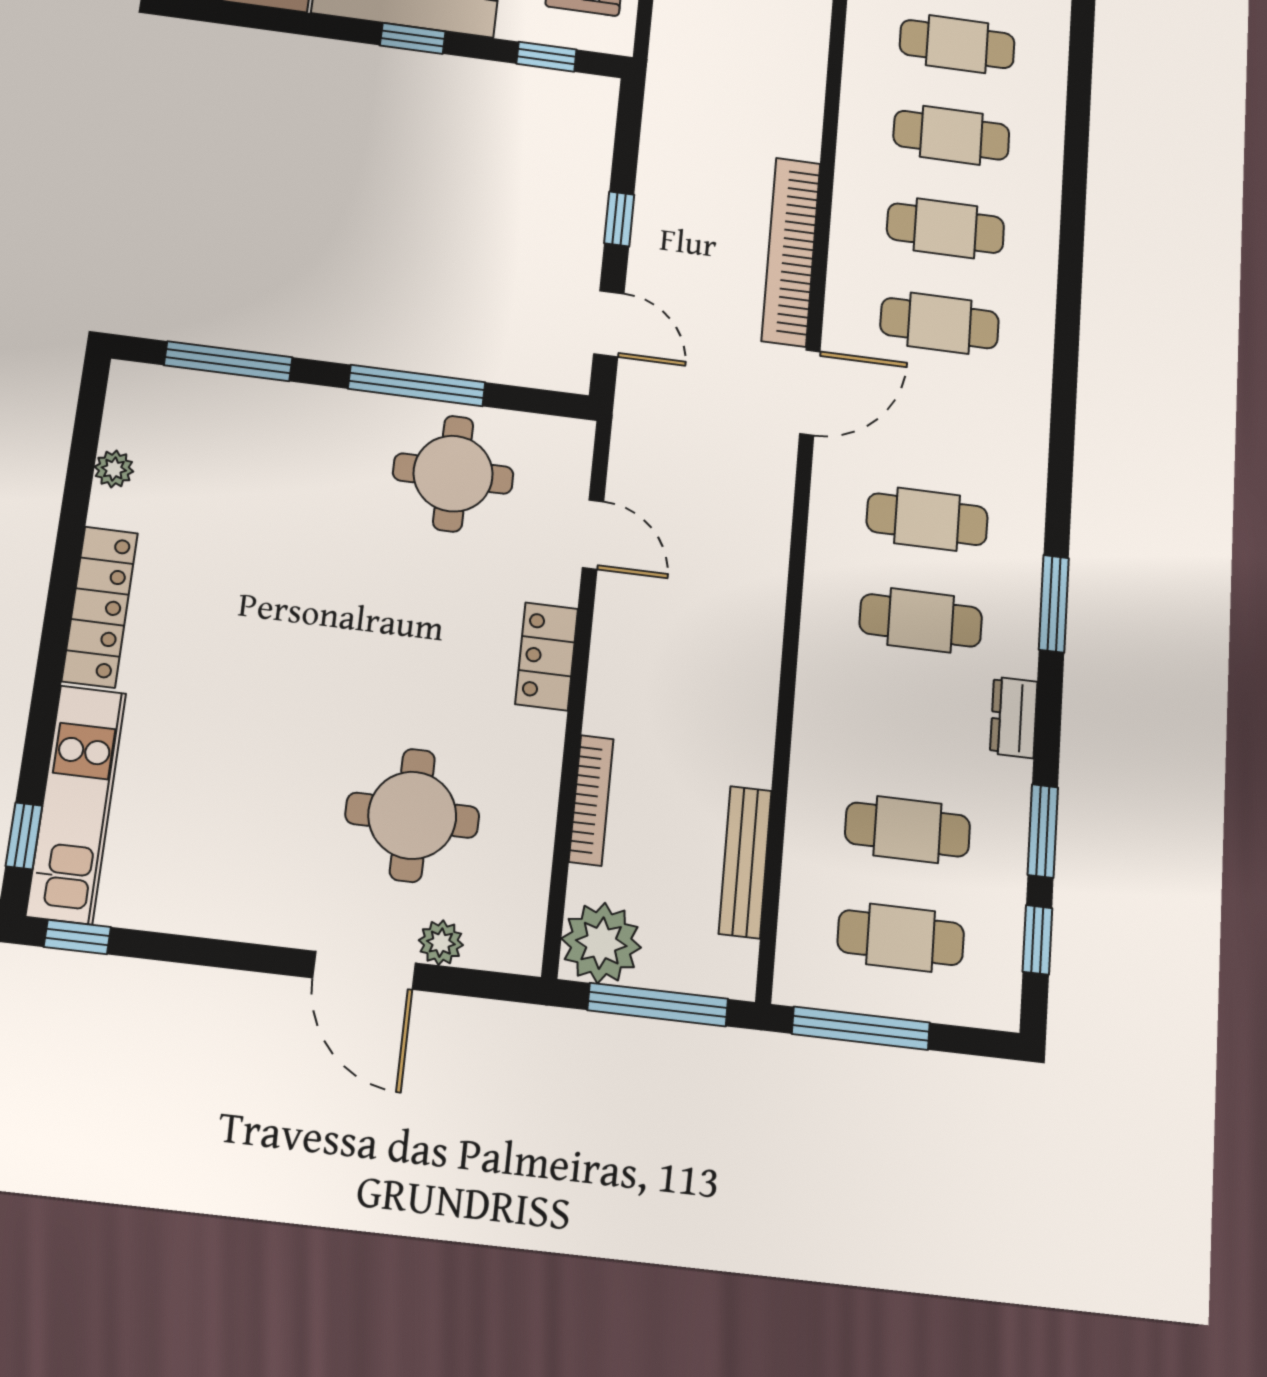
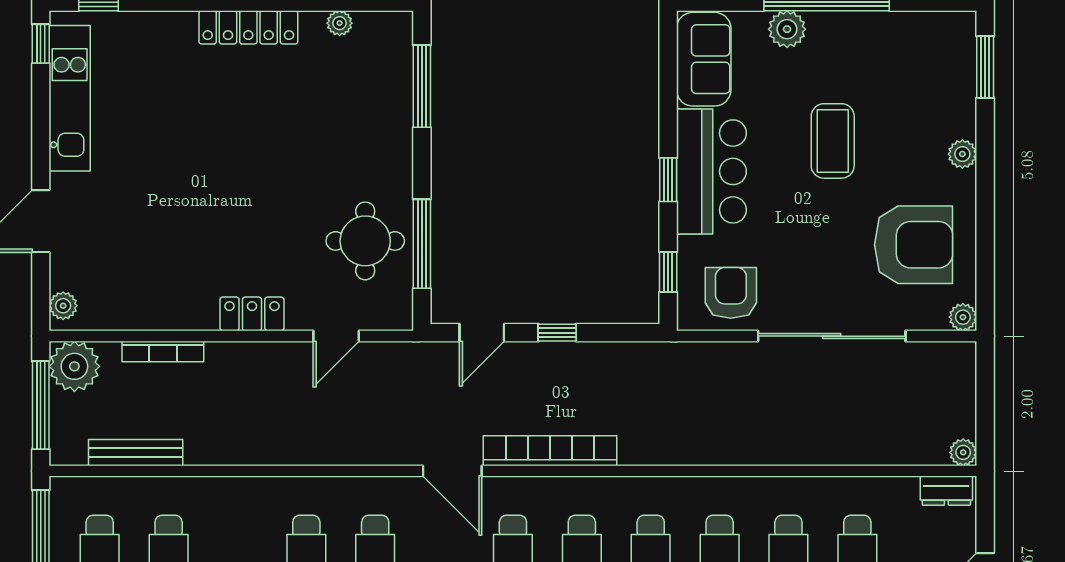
window: (417, 385) -> (422, 244), moved
kitchen unit: (76, 804) -> (70, 98), moved, turned -90
round table: (412, 815) -> (140, 240), removed
plant: (441, 943) -> (63, 306), moved

